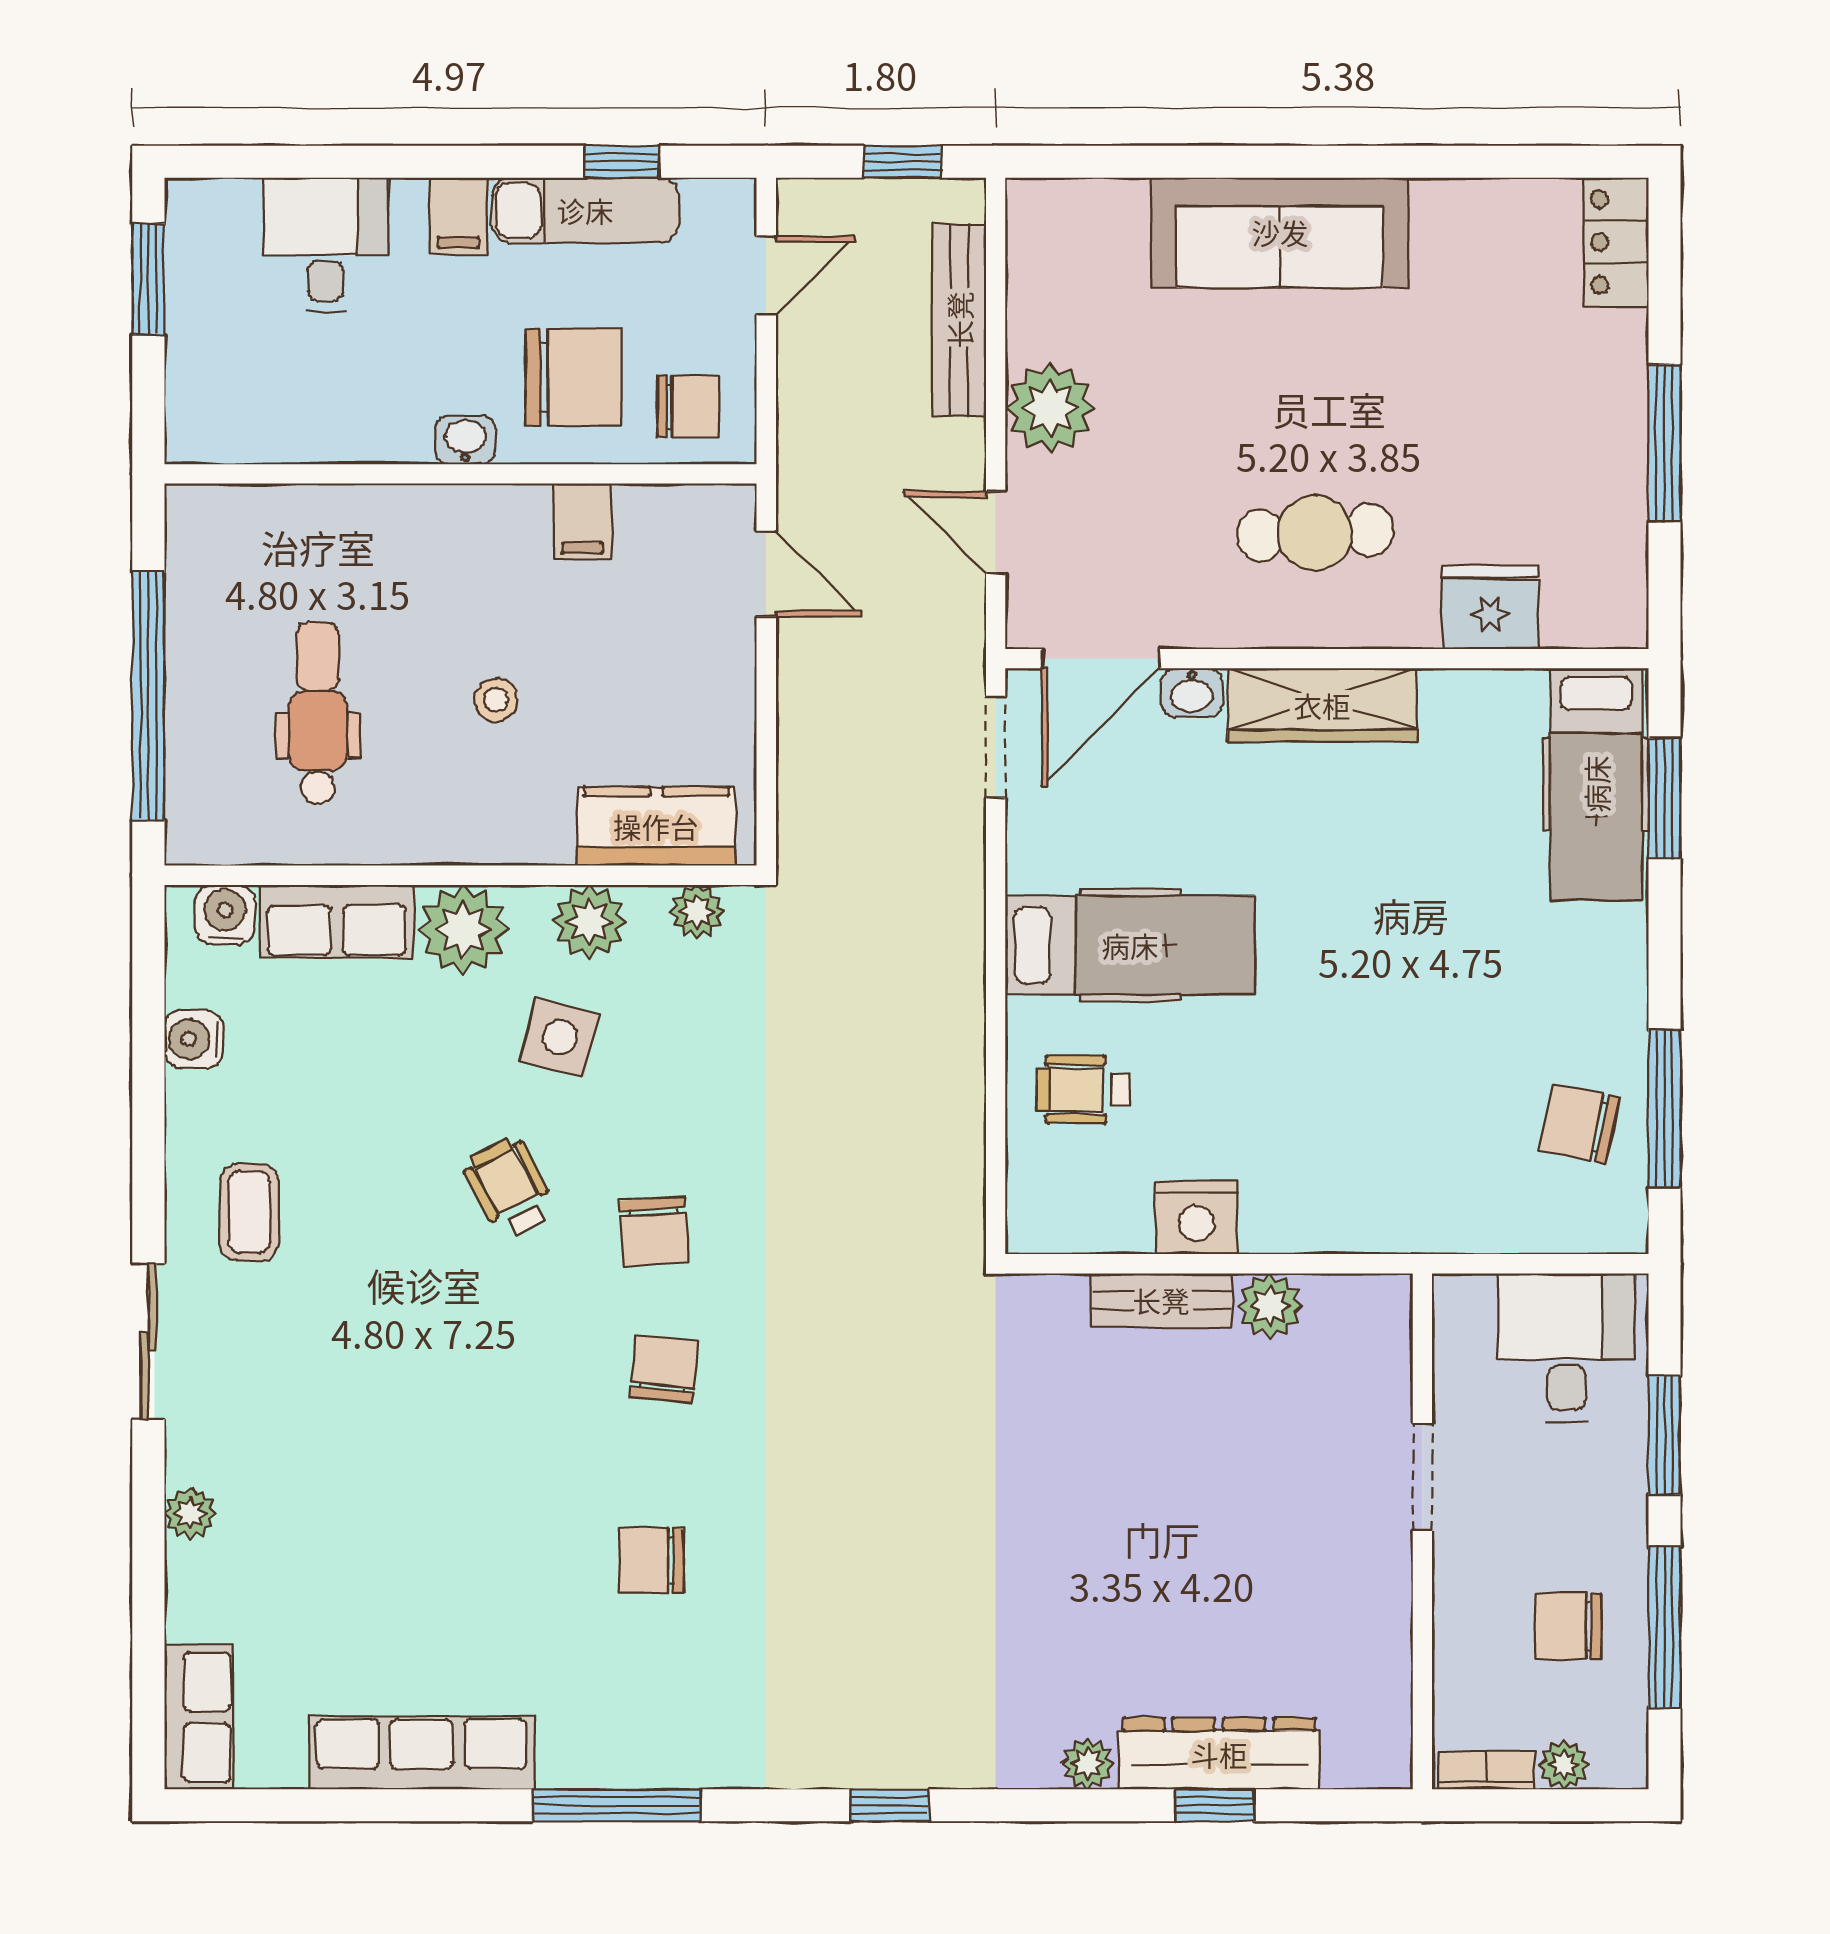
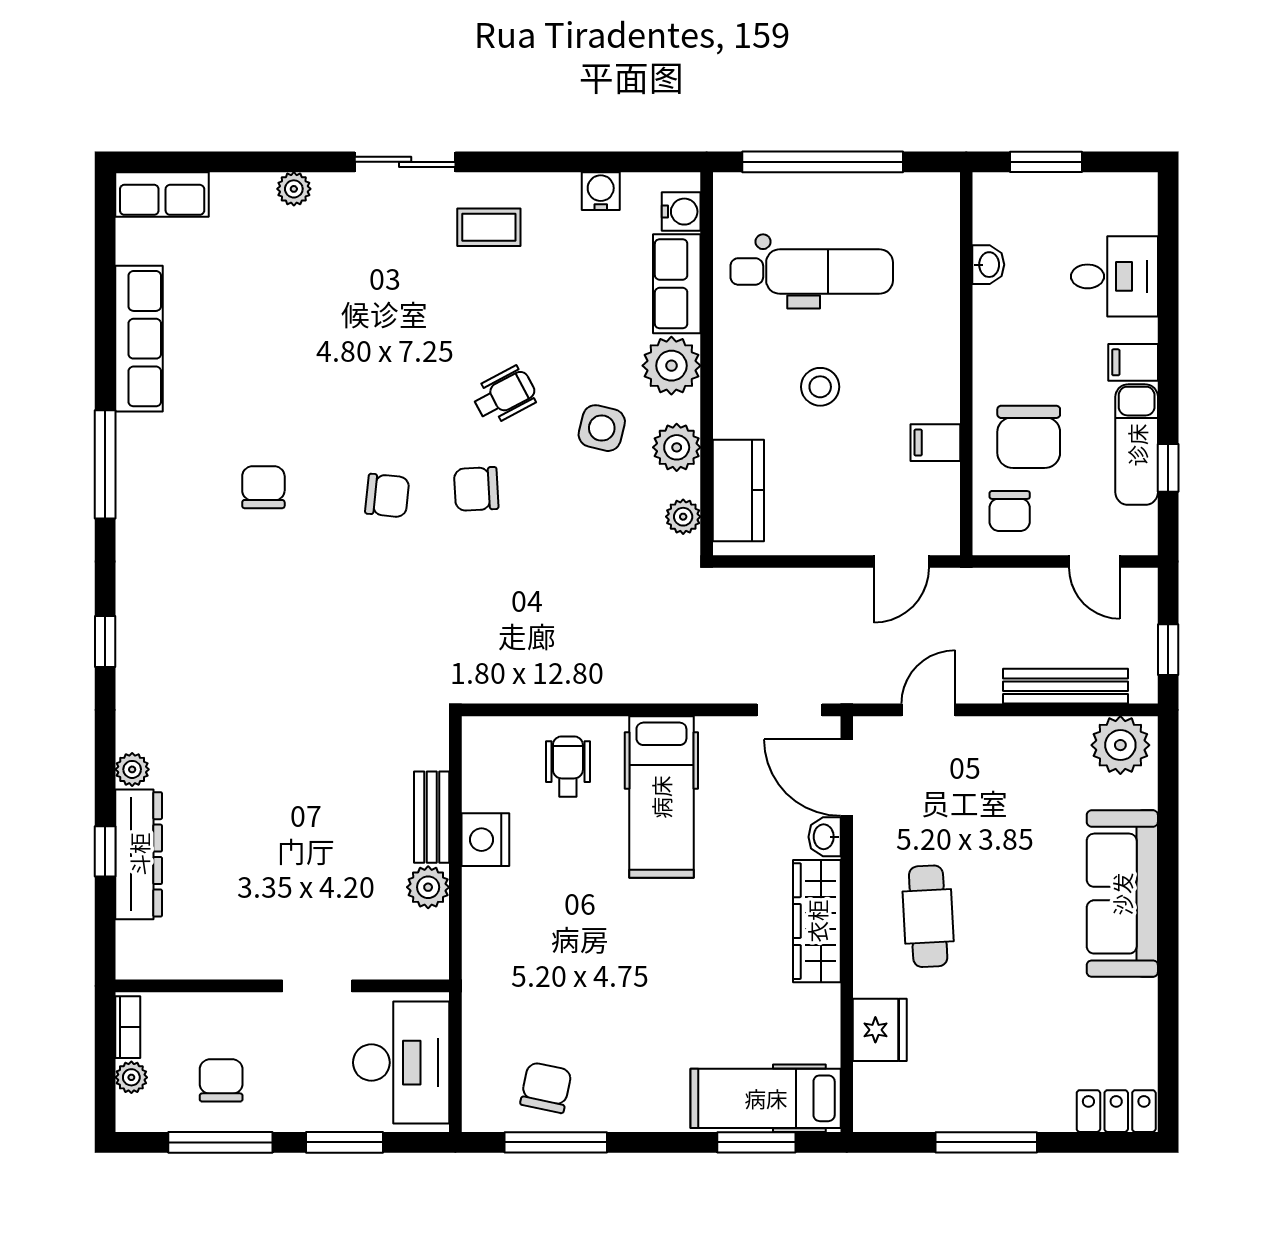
window: (148, 279) -> (1046, 162), moved
plant: (1050, 408) -> (1120, 745), moved
washbasin: (465, 440) -> (988, 265), moved
stool: (496, 700) -> (820, 387), width x1.37, depth x1.37
dental chair: (318, 713) -> (812, 271), width x1.36, depth x1.38
desk: (1567, 1348) -> (401, 1063), width x1.37

